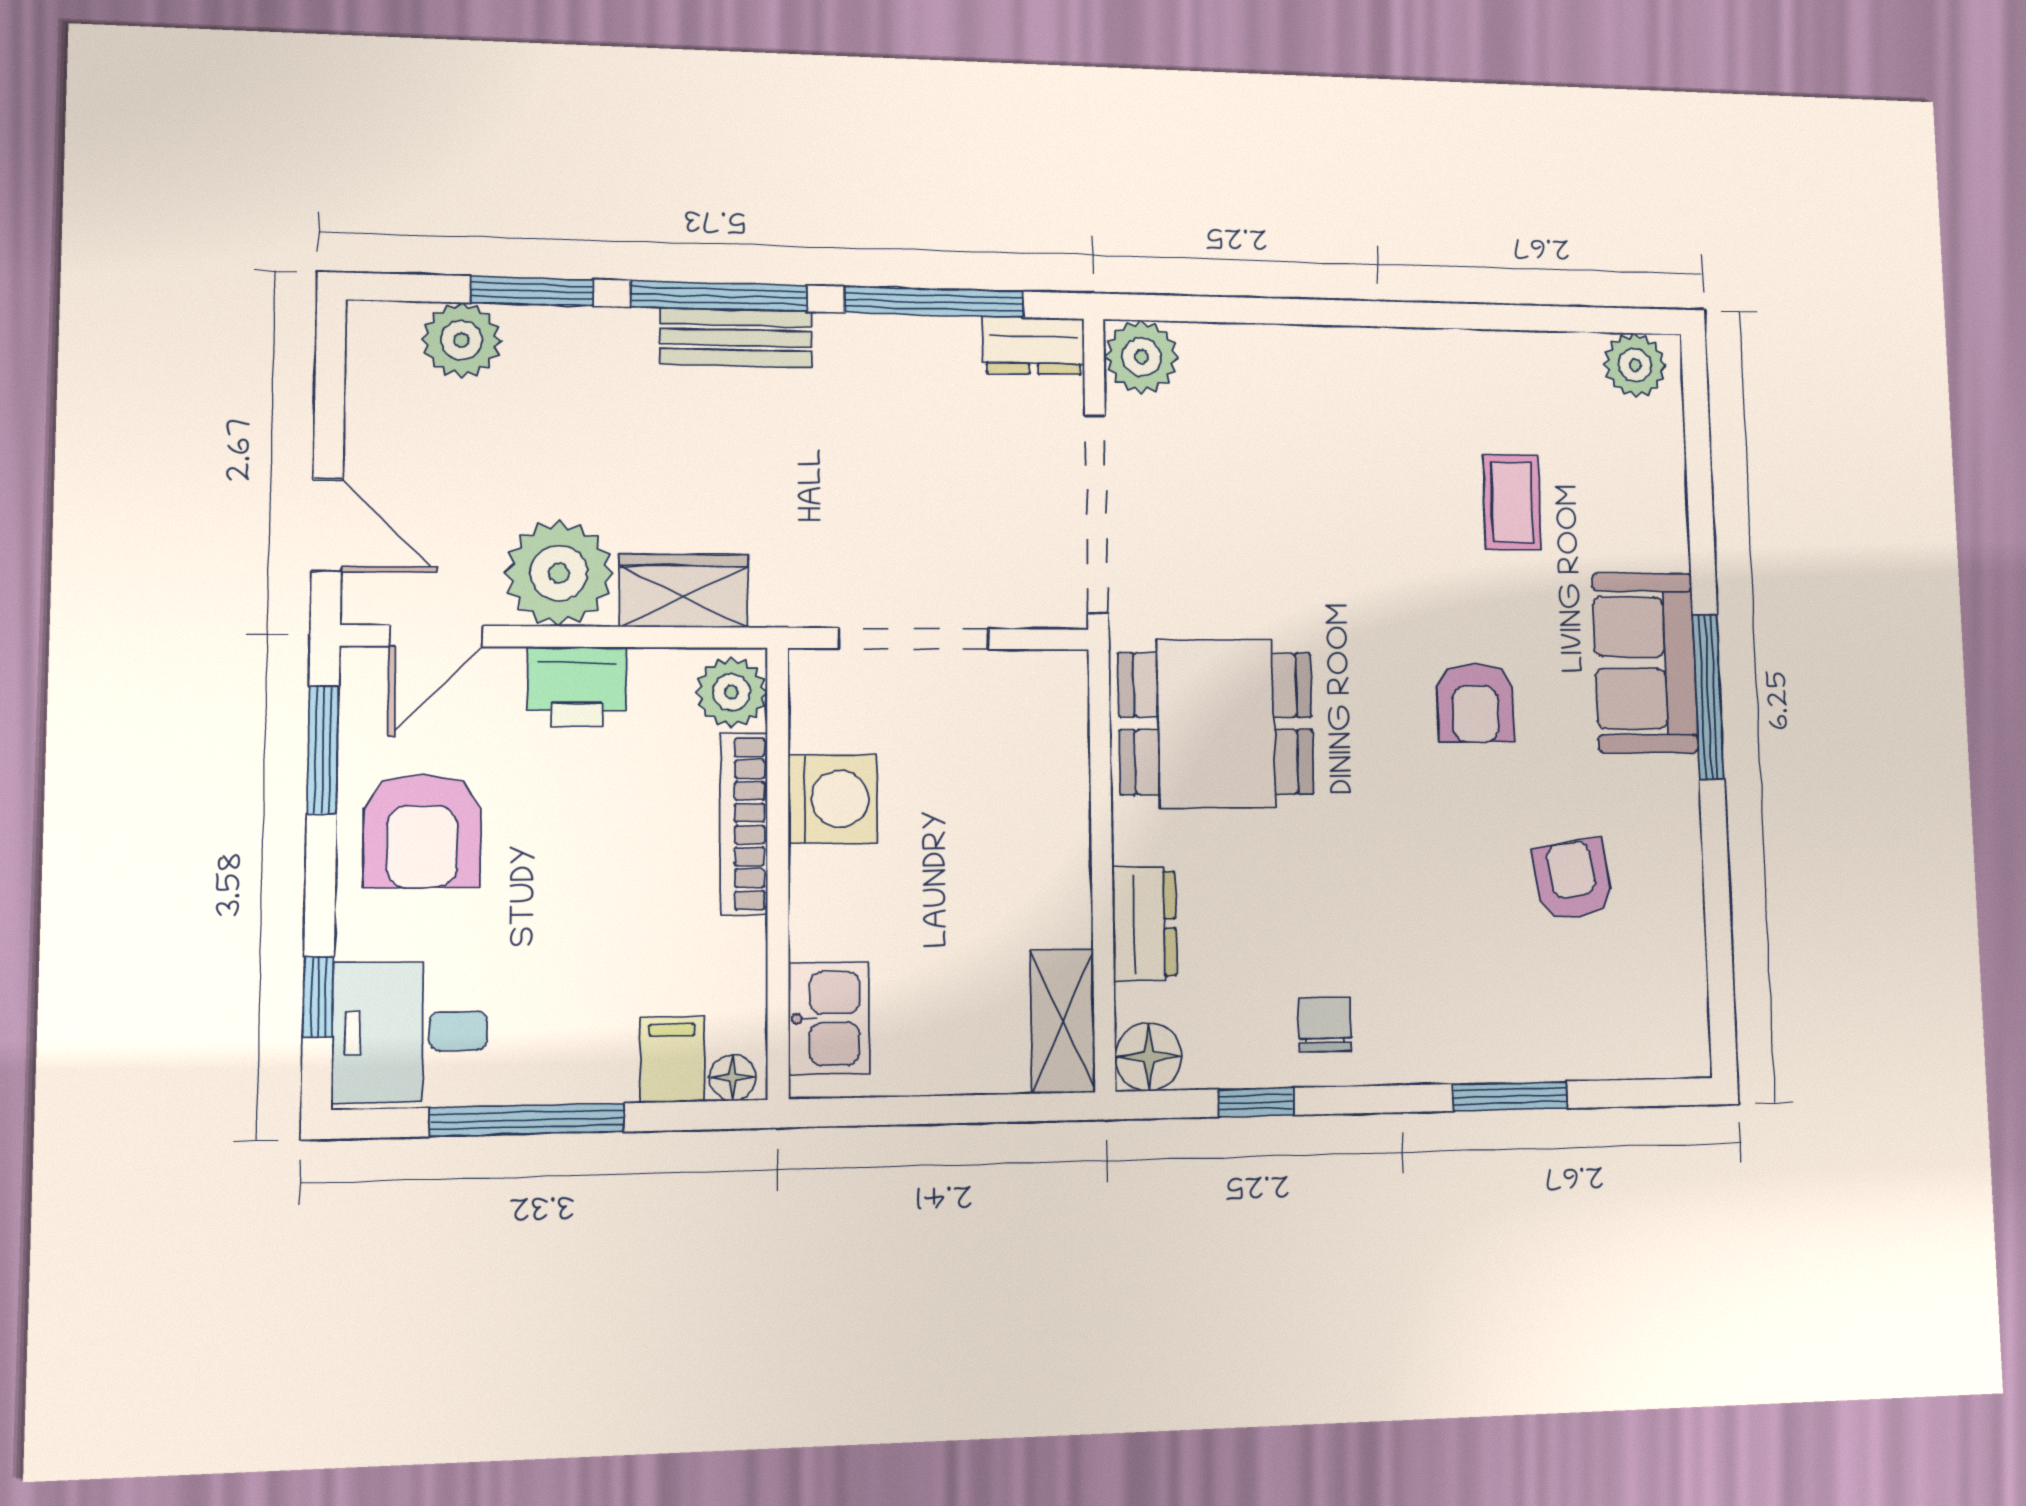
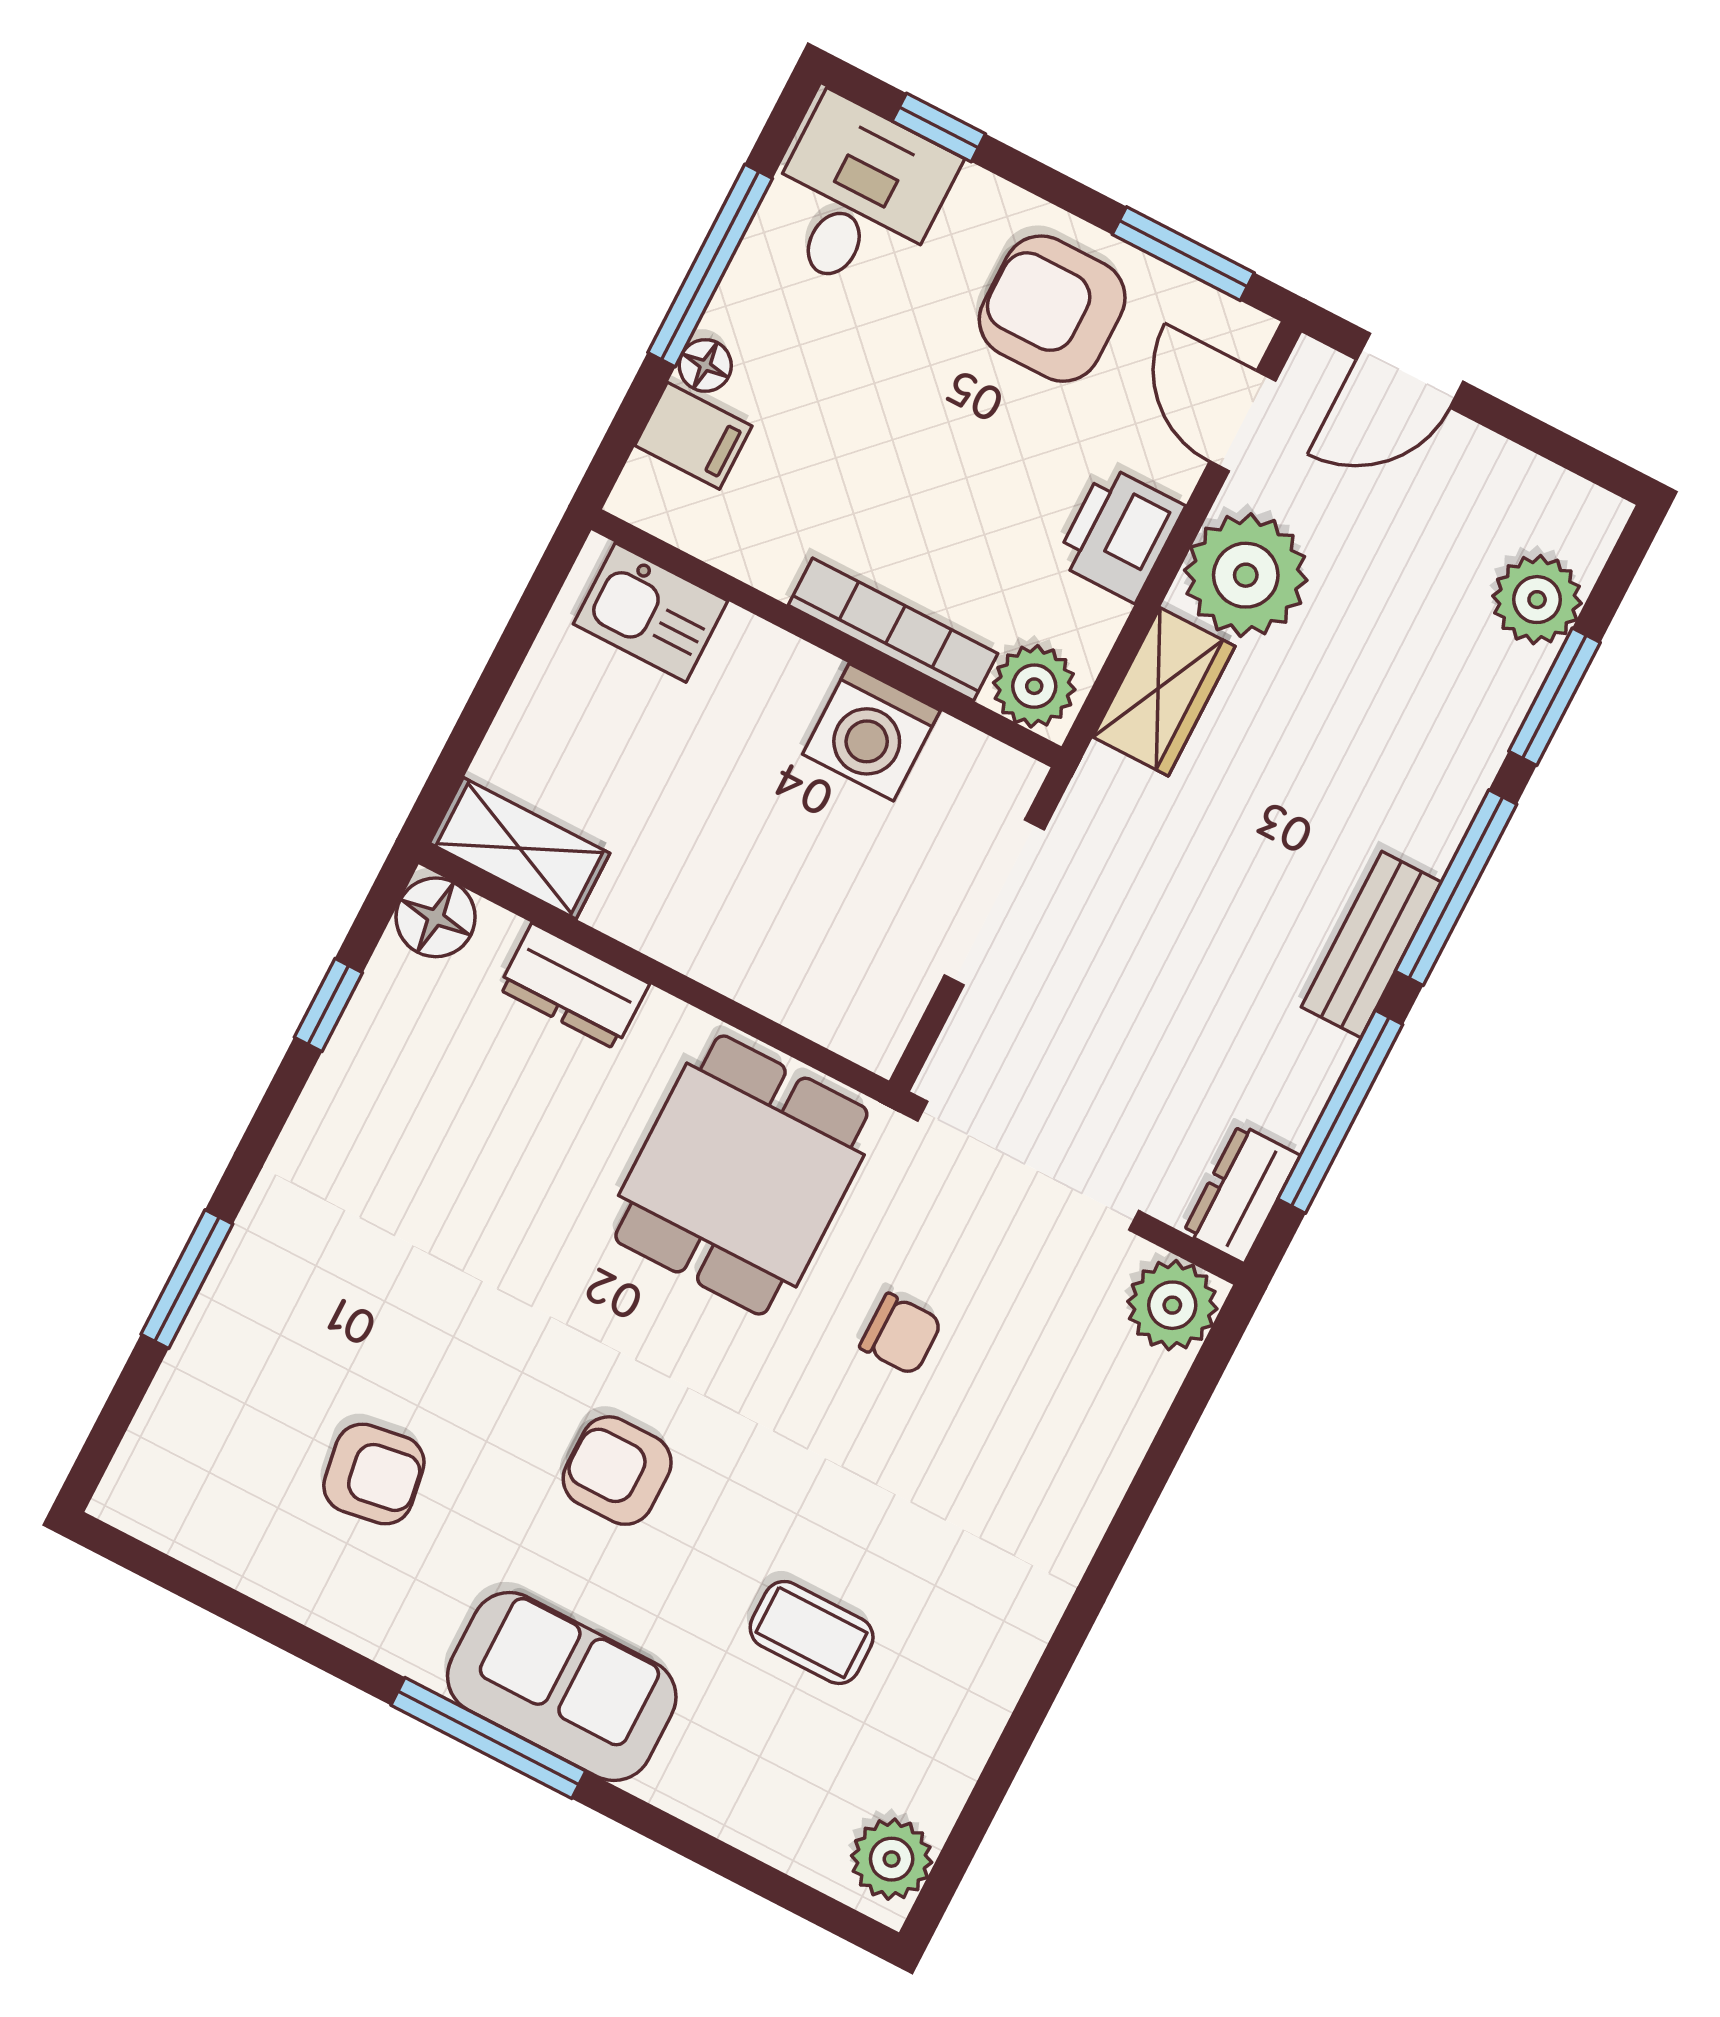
bench: (736, 338) -> (1371, 944), moved
chair: (1325, 1024) -> (901, 1334), moved
floor lamp: (733, 1078) -> (705, 365), moved

